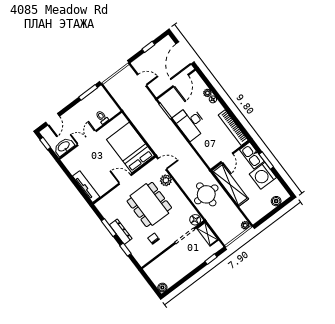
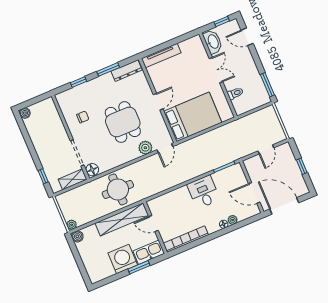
desk: (190, 123) -> (204, 192), width x0.73
boiler: (276, 201) -> (77, 236), moved
dining table: (149, 204) -> (123, 122), width x0.73
dresser: (121, 232) -> (127, 71), moved

